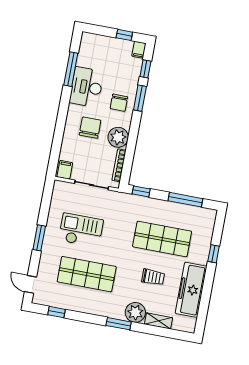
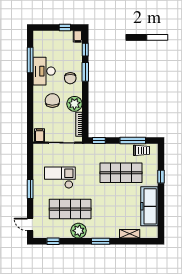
trolley: (153, 277) -> (141, 150), moved
plant: (135, 312) -> (79, 231), moved

